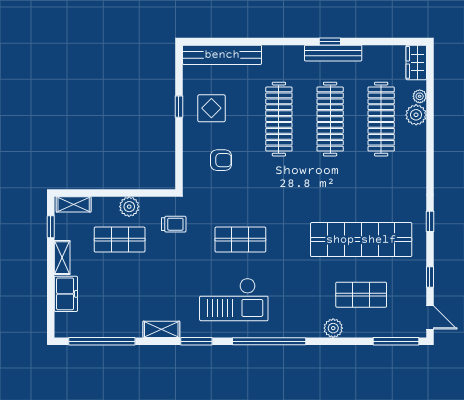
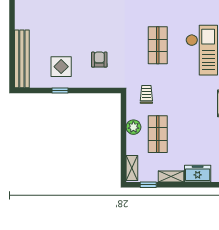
clothes rail: (279, 119) -> (69, 17), removed

